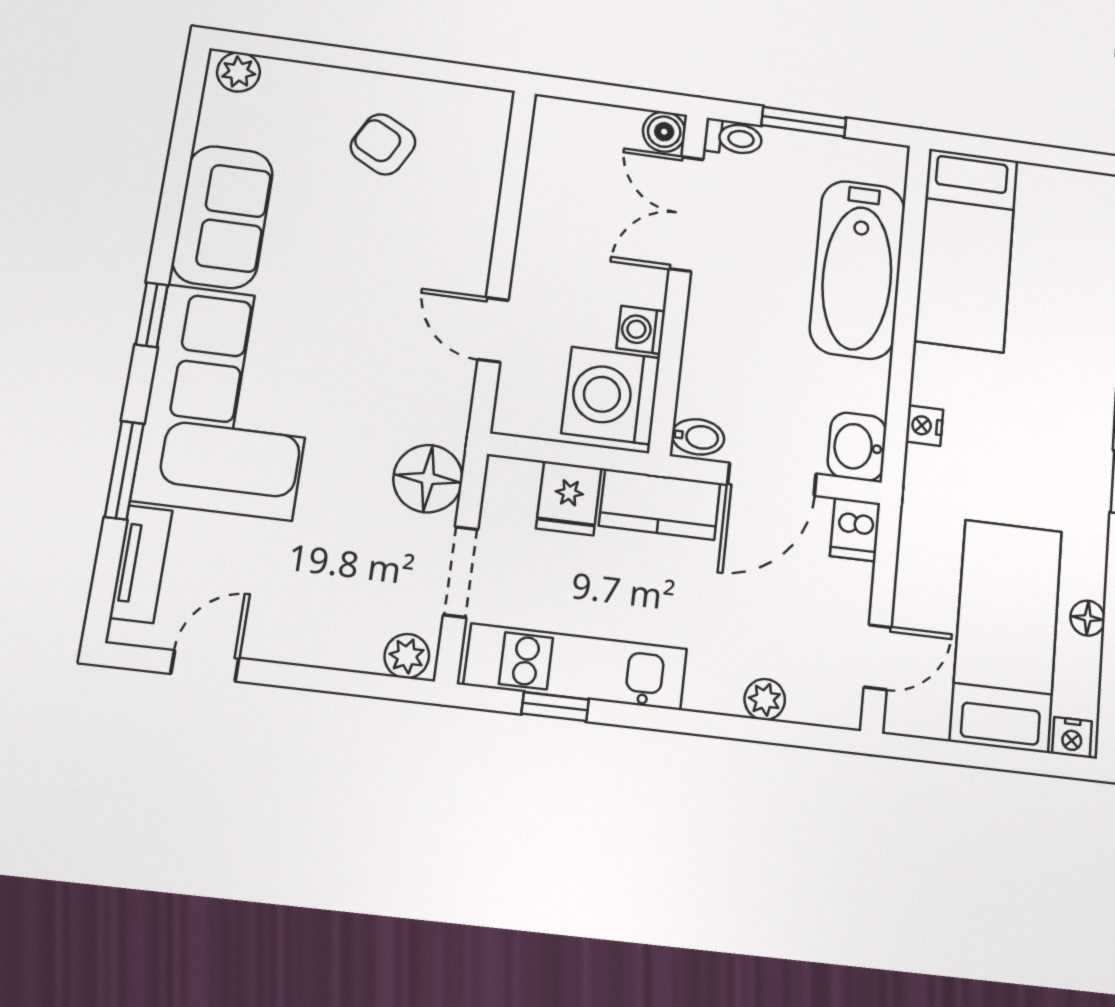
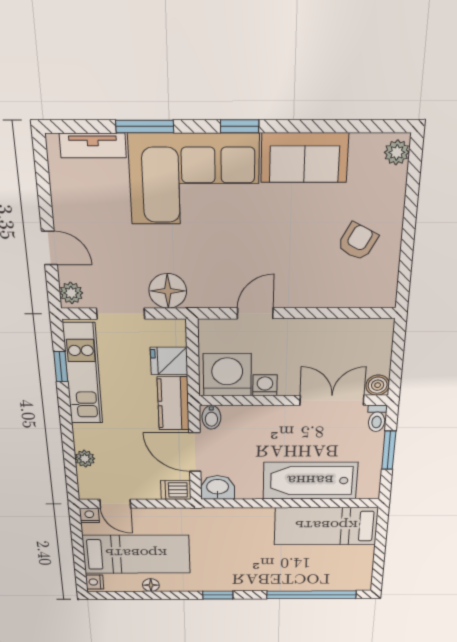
nightstand: (924, 426) -> (89, 515), moved
door: (205, 666) -> (49, 248), moved

